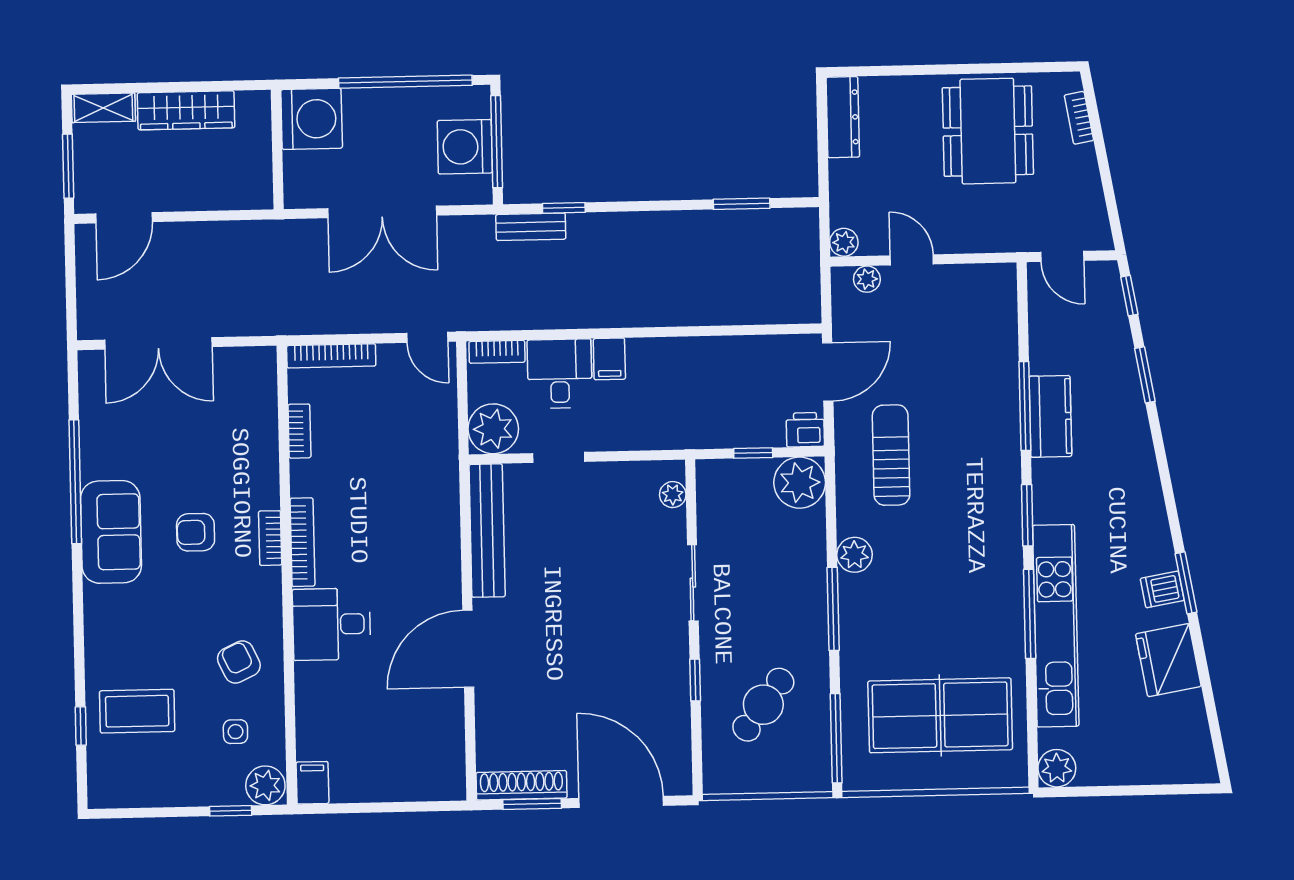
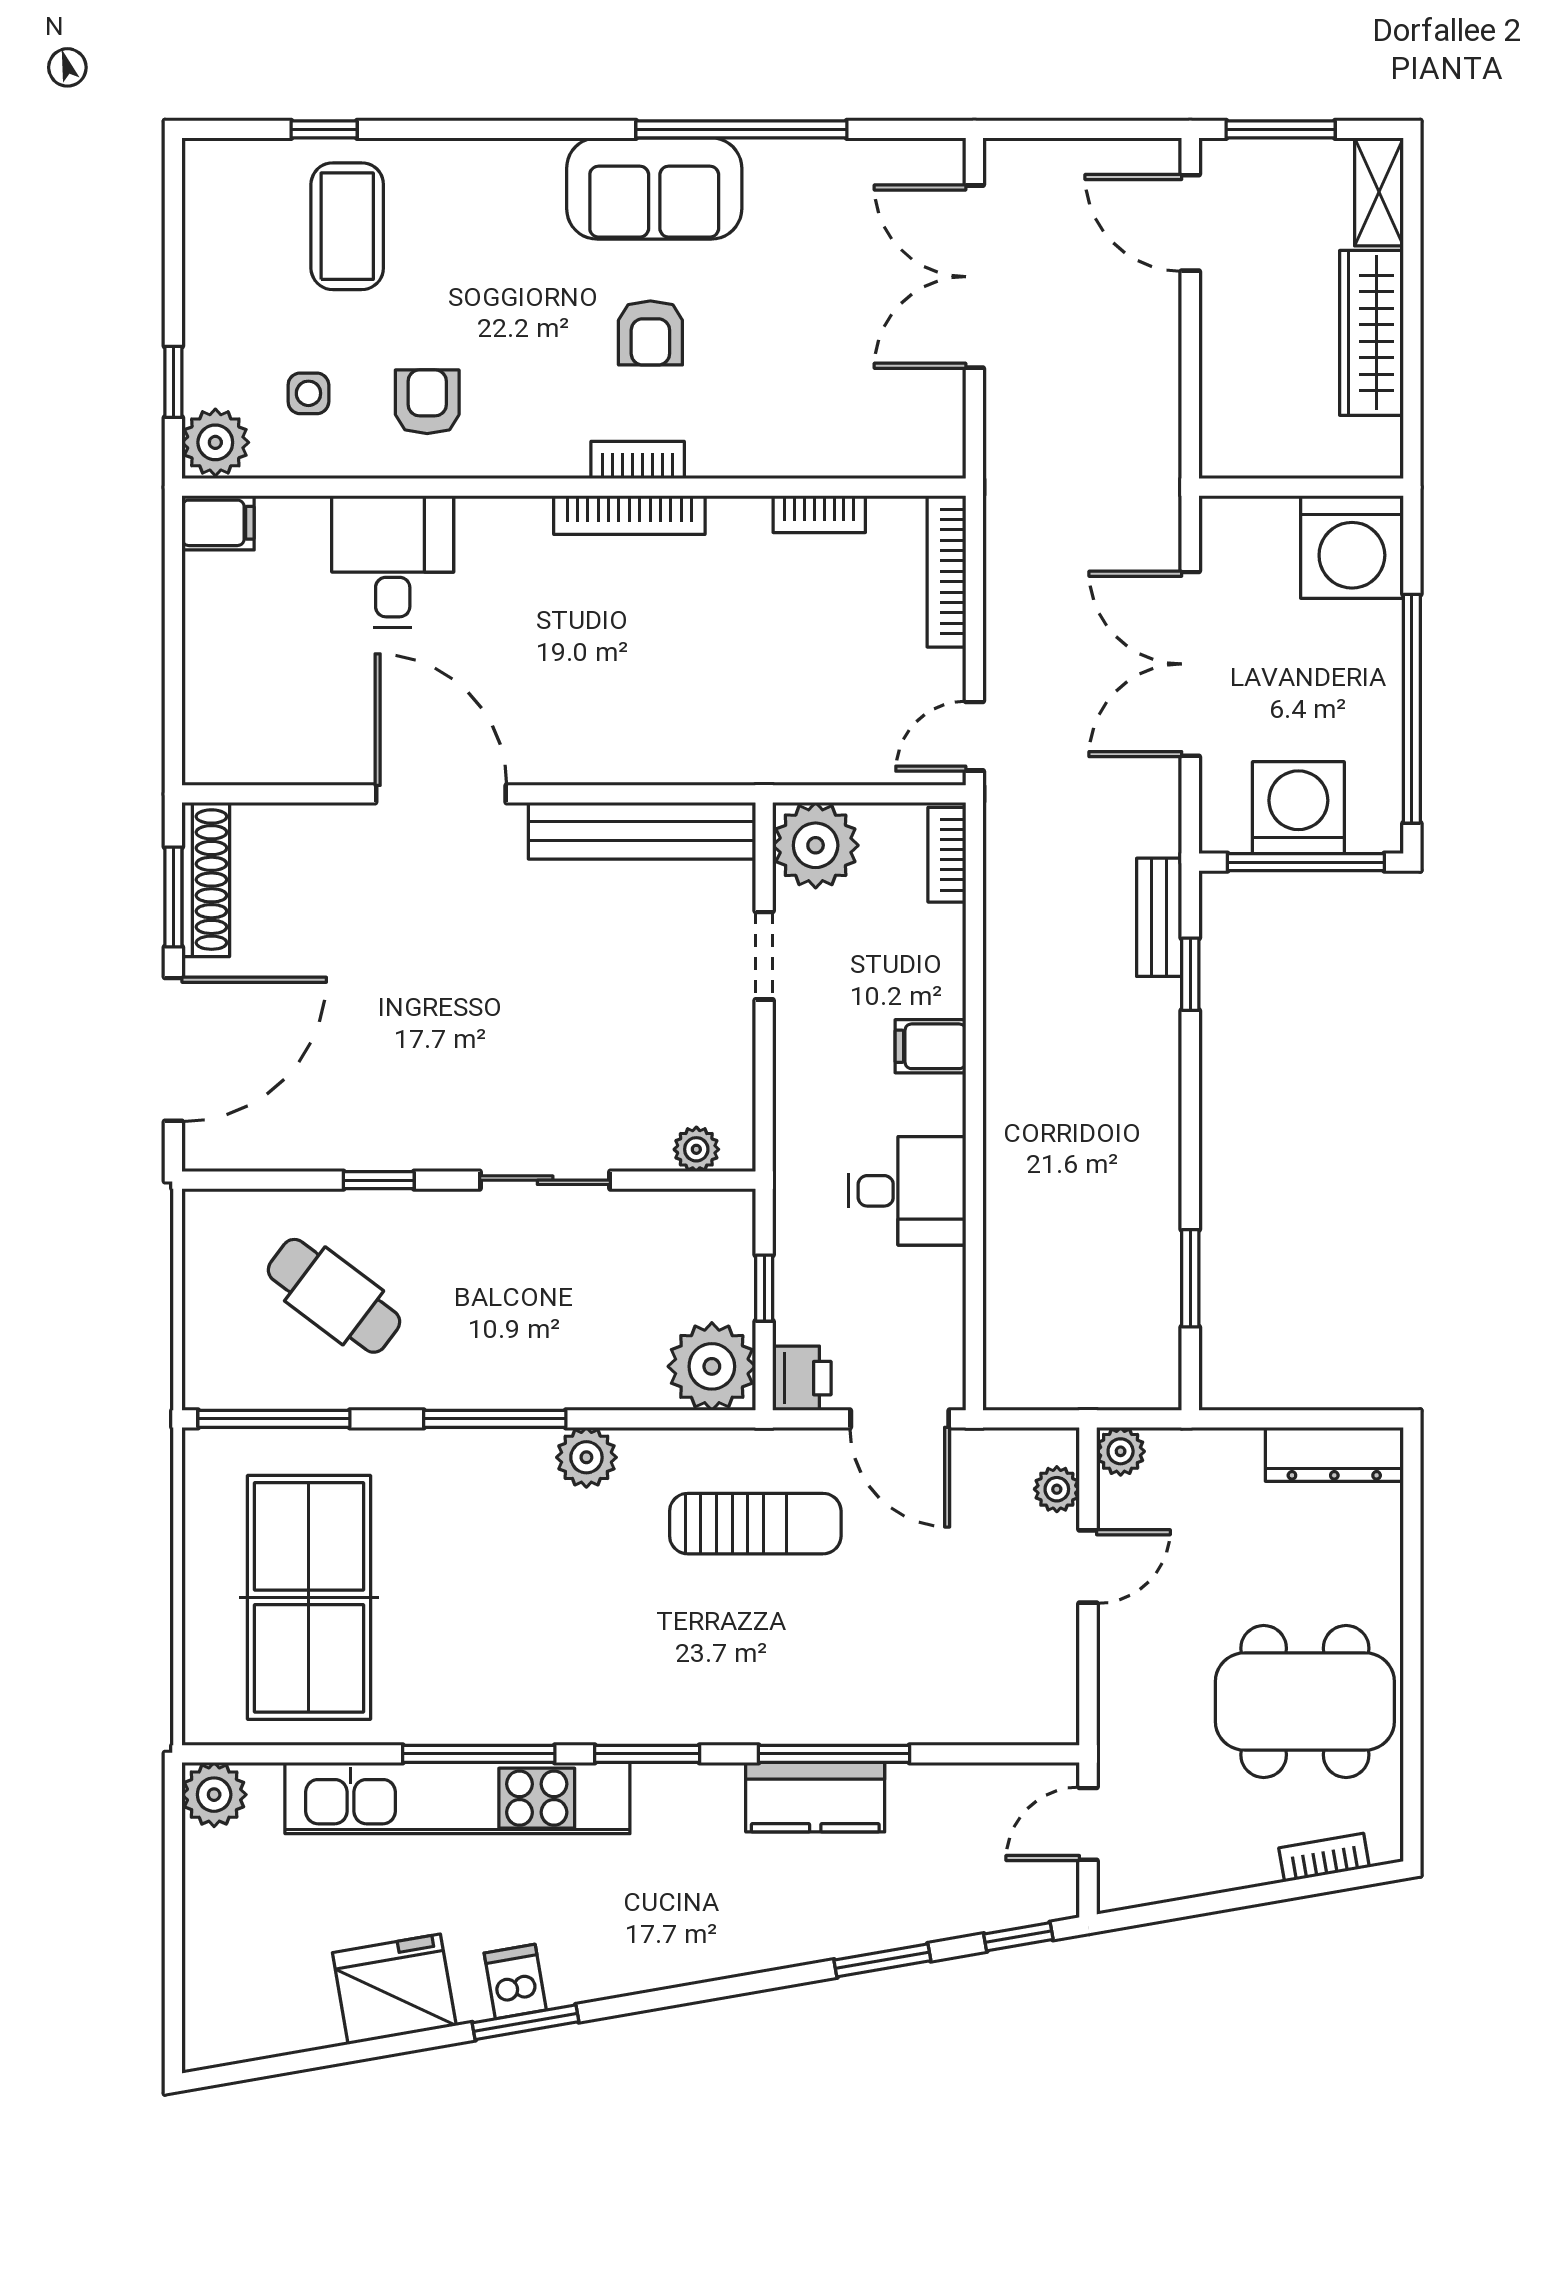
desk: (560, 374) -> (907, 1191), moved
armchair: (196, 532) -> (650, 333), turned 180
desk: (332, 624) -> (393, 562), moved
armchair: (239, 662) -> (427, 402), turned -65

